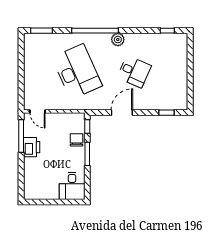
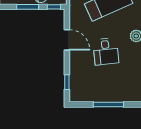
window: (190, 69) -> (108, 104), added
desk: (134, 72) -> (106, 51), turned -30

